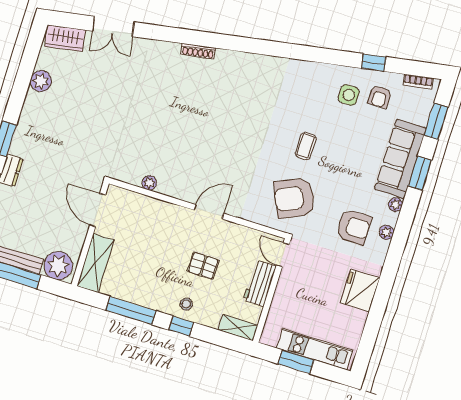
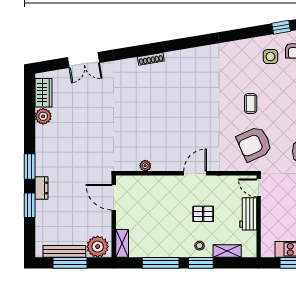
wardrobe: (65, 38) -> (43, 93), moved, turned -81
shelving: (96, 263) -> (122, 243), width x0.67, depth x0.75
window: (181, 326) -> (201, 263), width x1.50
shelving: (238, 328) -> (227, 251), moved

